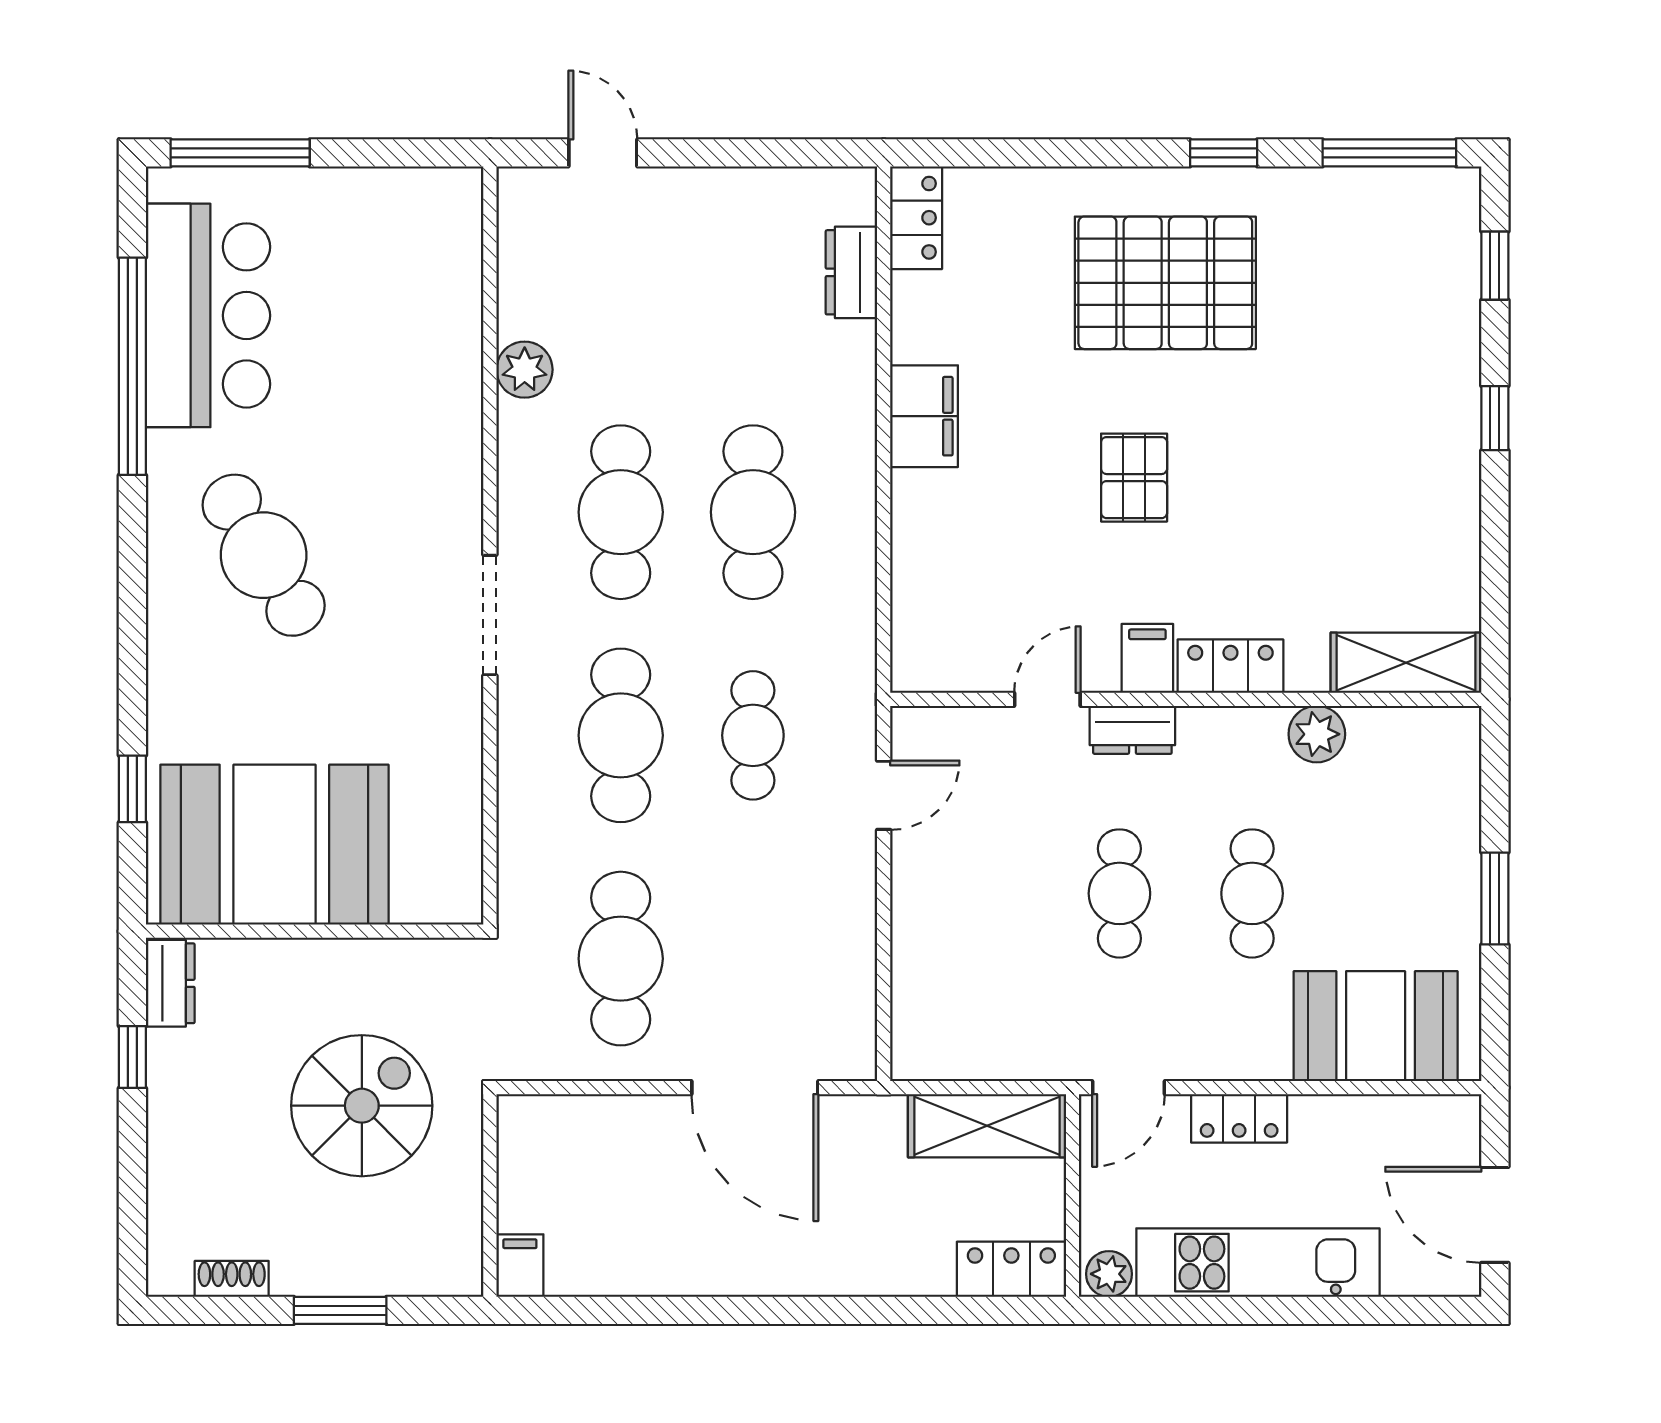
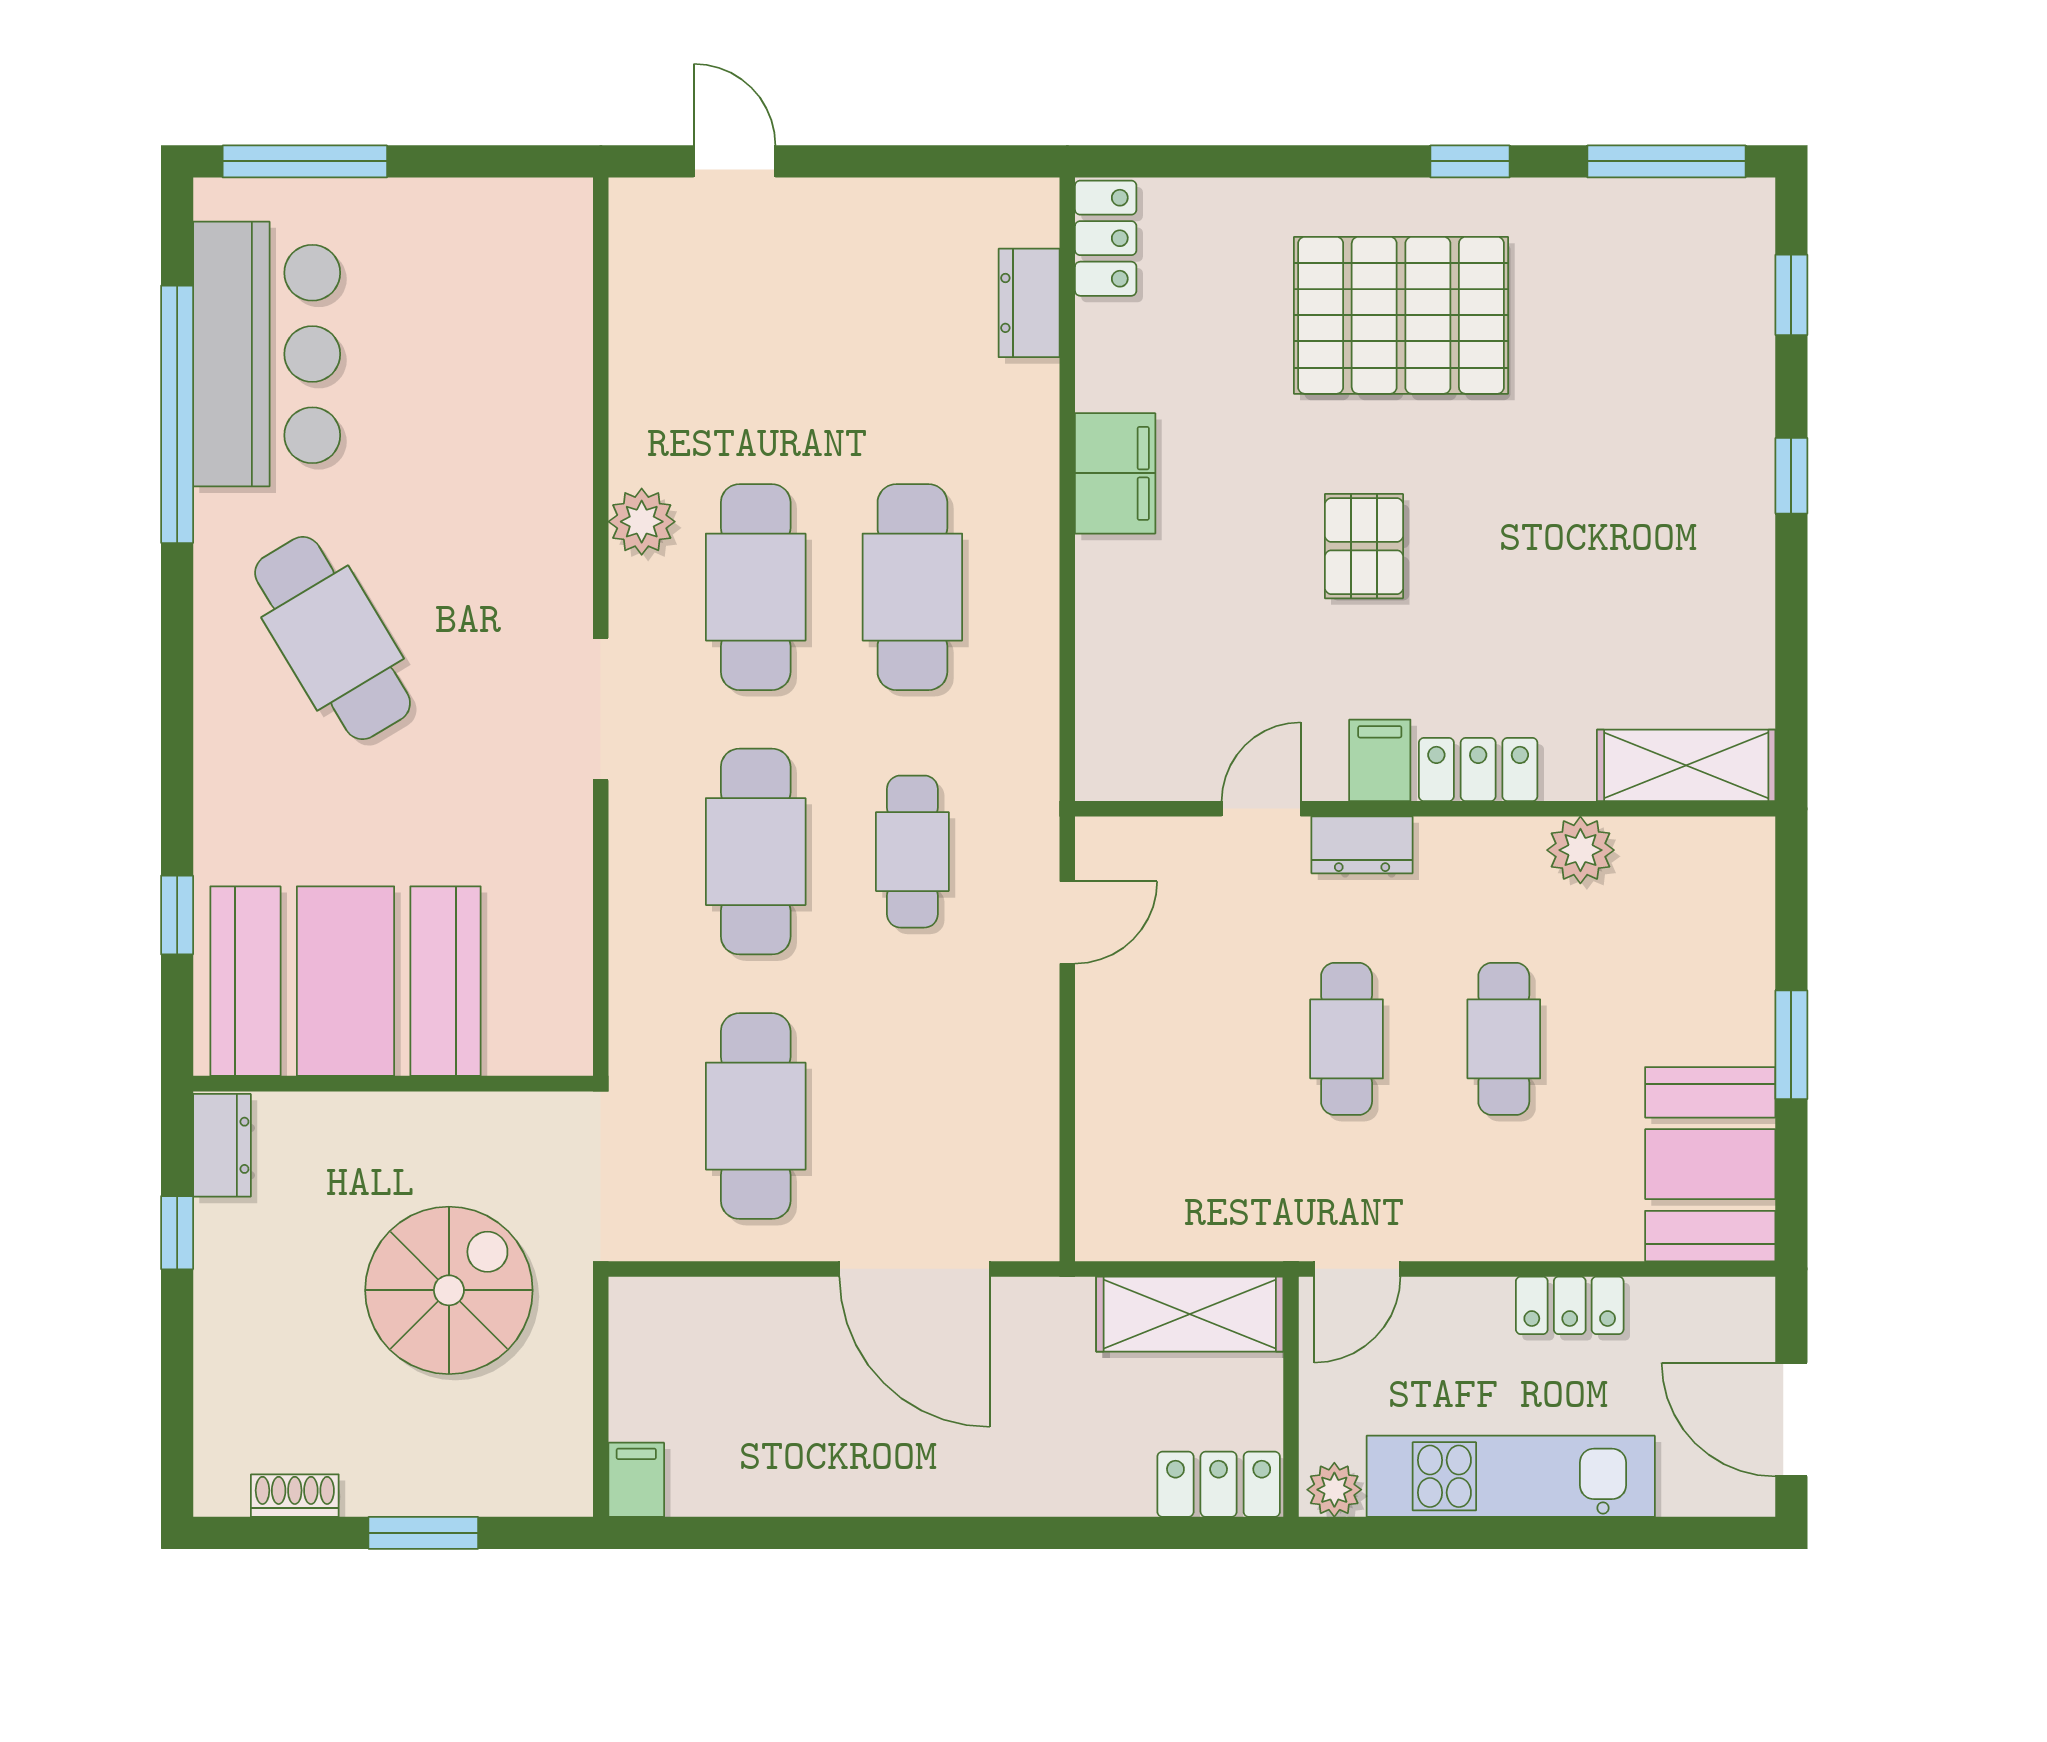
plant: (525, 370) -> (642, 522), moved
booth: (1376, 1026) -> (1710, 1164), moved, turned 90
locker: (1239, 1118) -> (1570, 1305), moved

